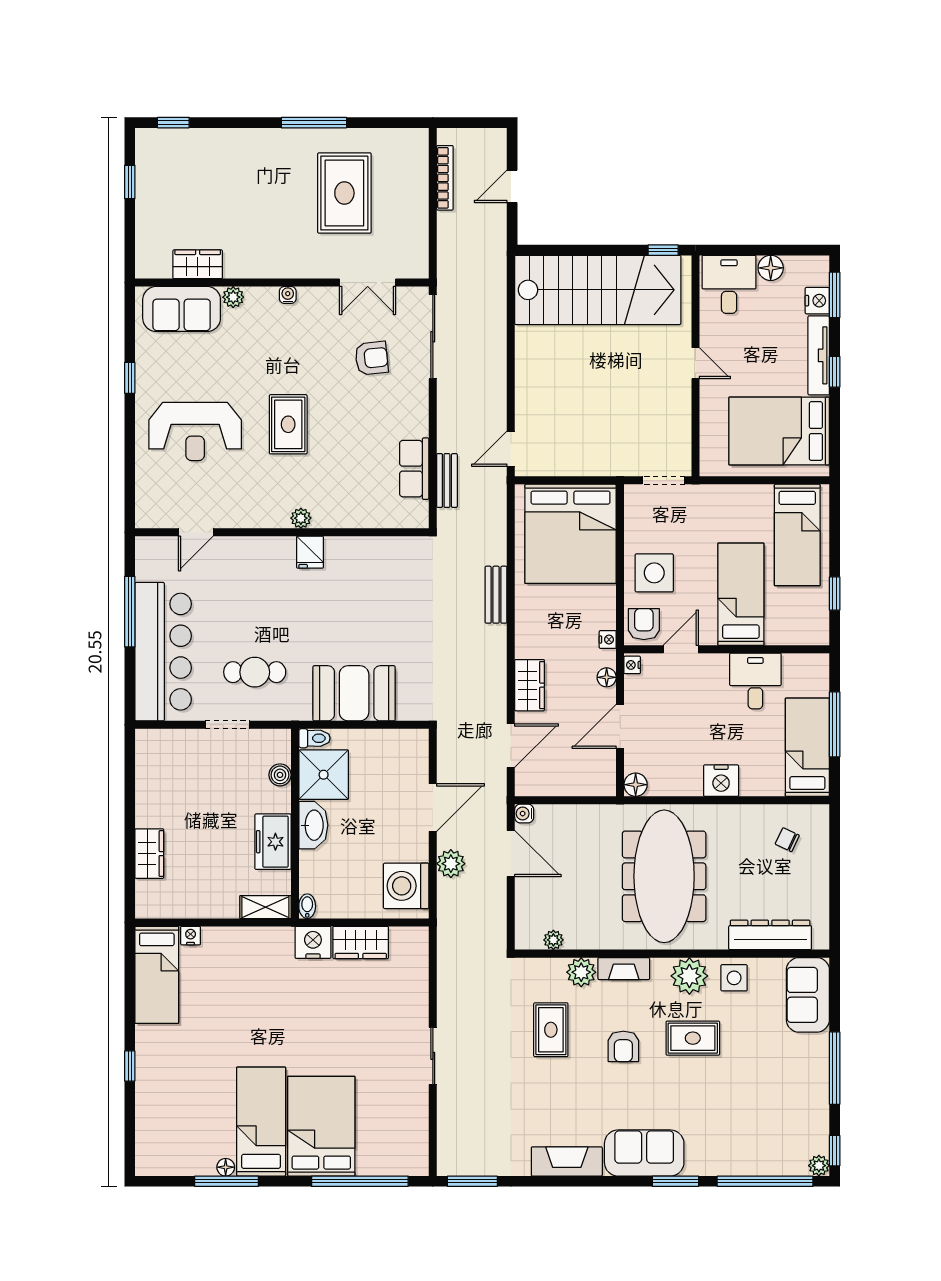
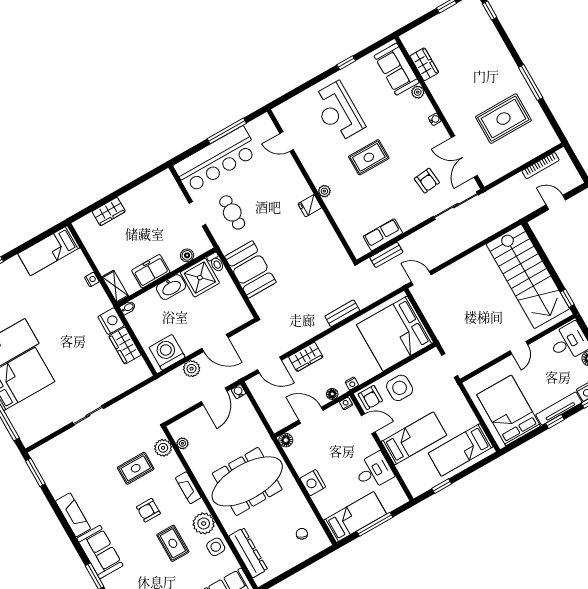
double door: (368, 283) -> (464, 157), width x1.37
armchair: (644, 624) -> (370, 397), turned 90
nightstand: (191, 936) -> (92, 279), moved
plant: (581, 972) -> (163, 448), moved

